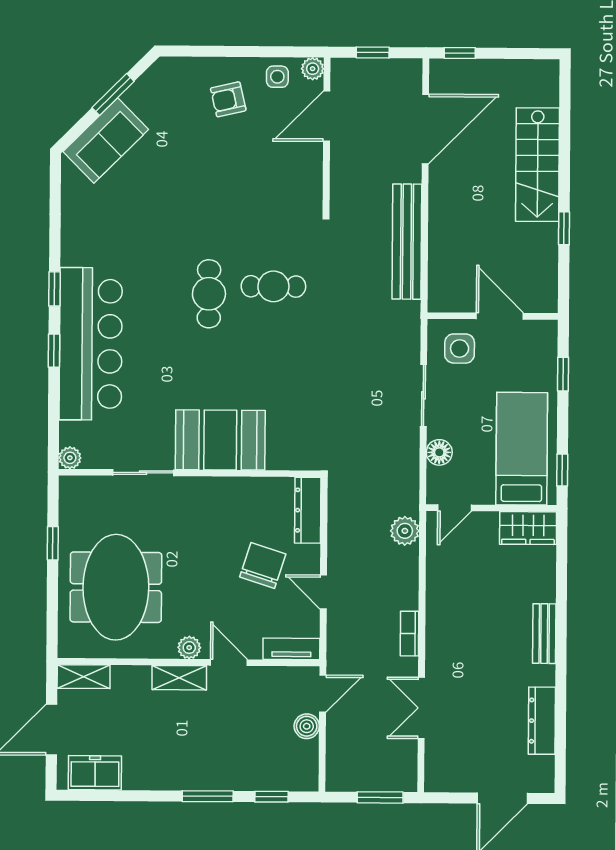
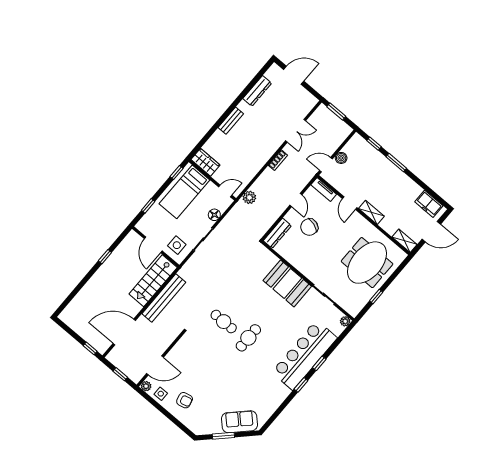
stairs: (537, 165) -> (153, 281), moved, turned 180
plant: (189, 648) -> (359, 220), removed

